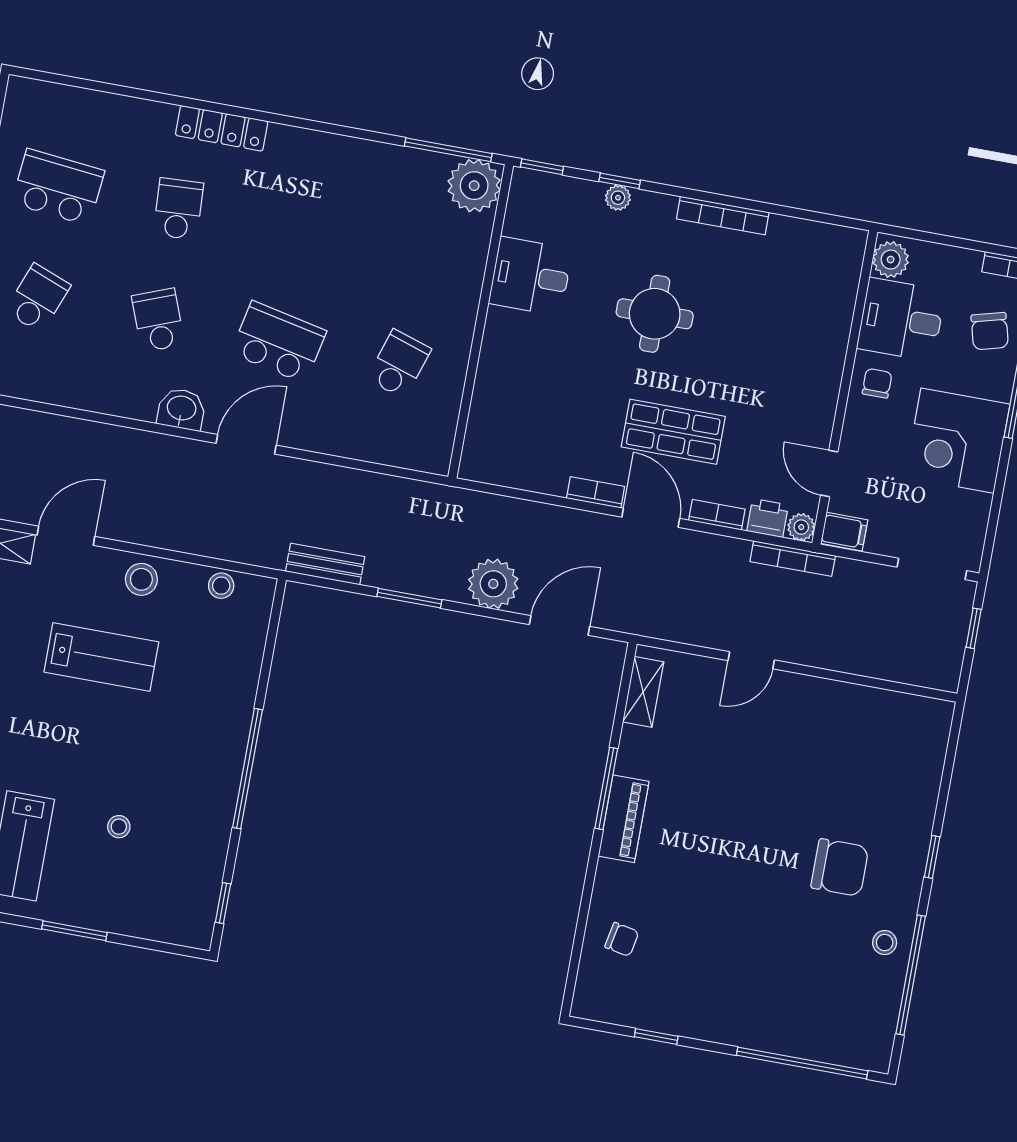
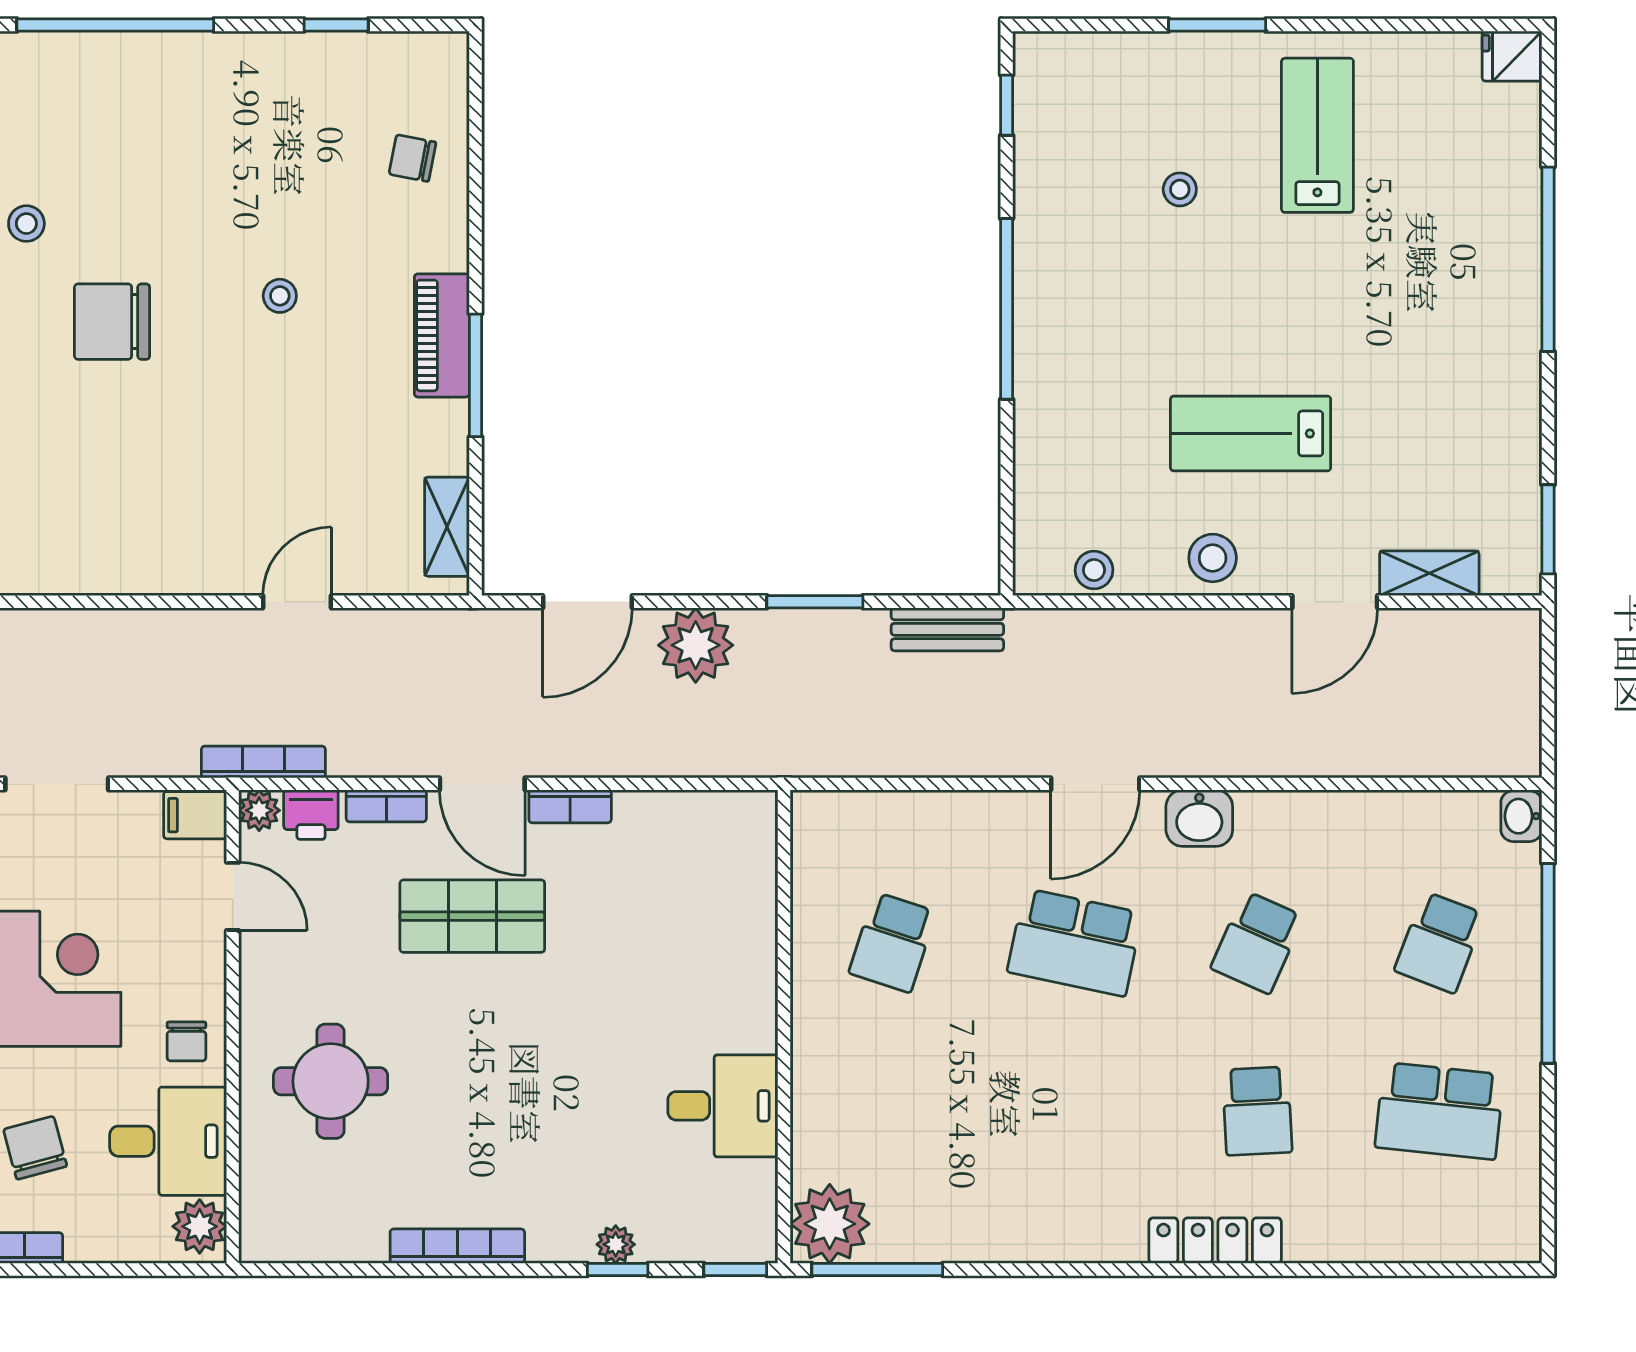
round table: (655, 314) -> (331, 1081), moved
school desk: (158, 320) -> (1257, 942), turned 45
stool: (726, 864) -> (280, 296), added

